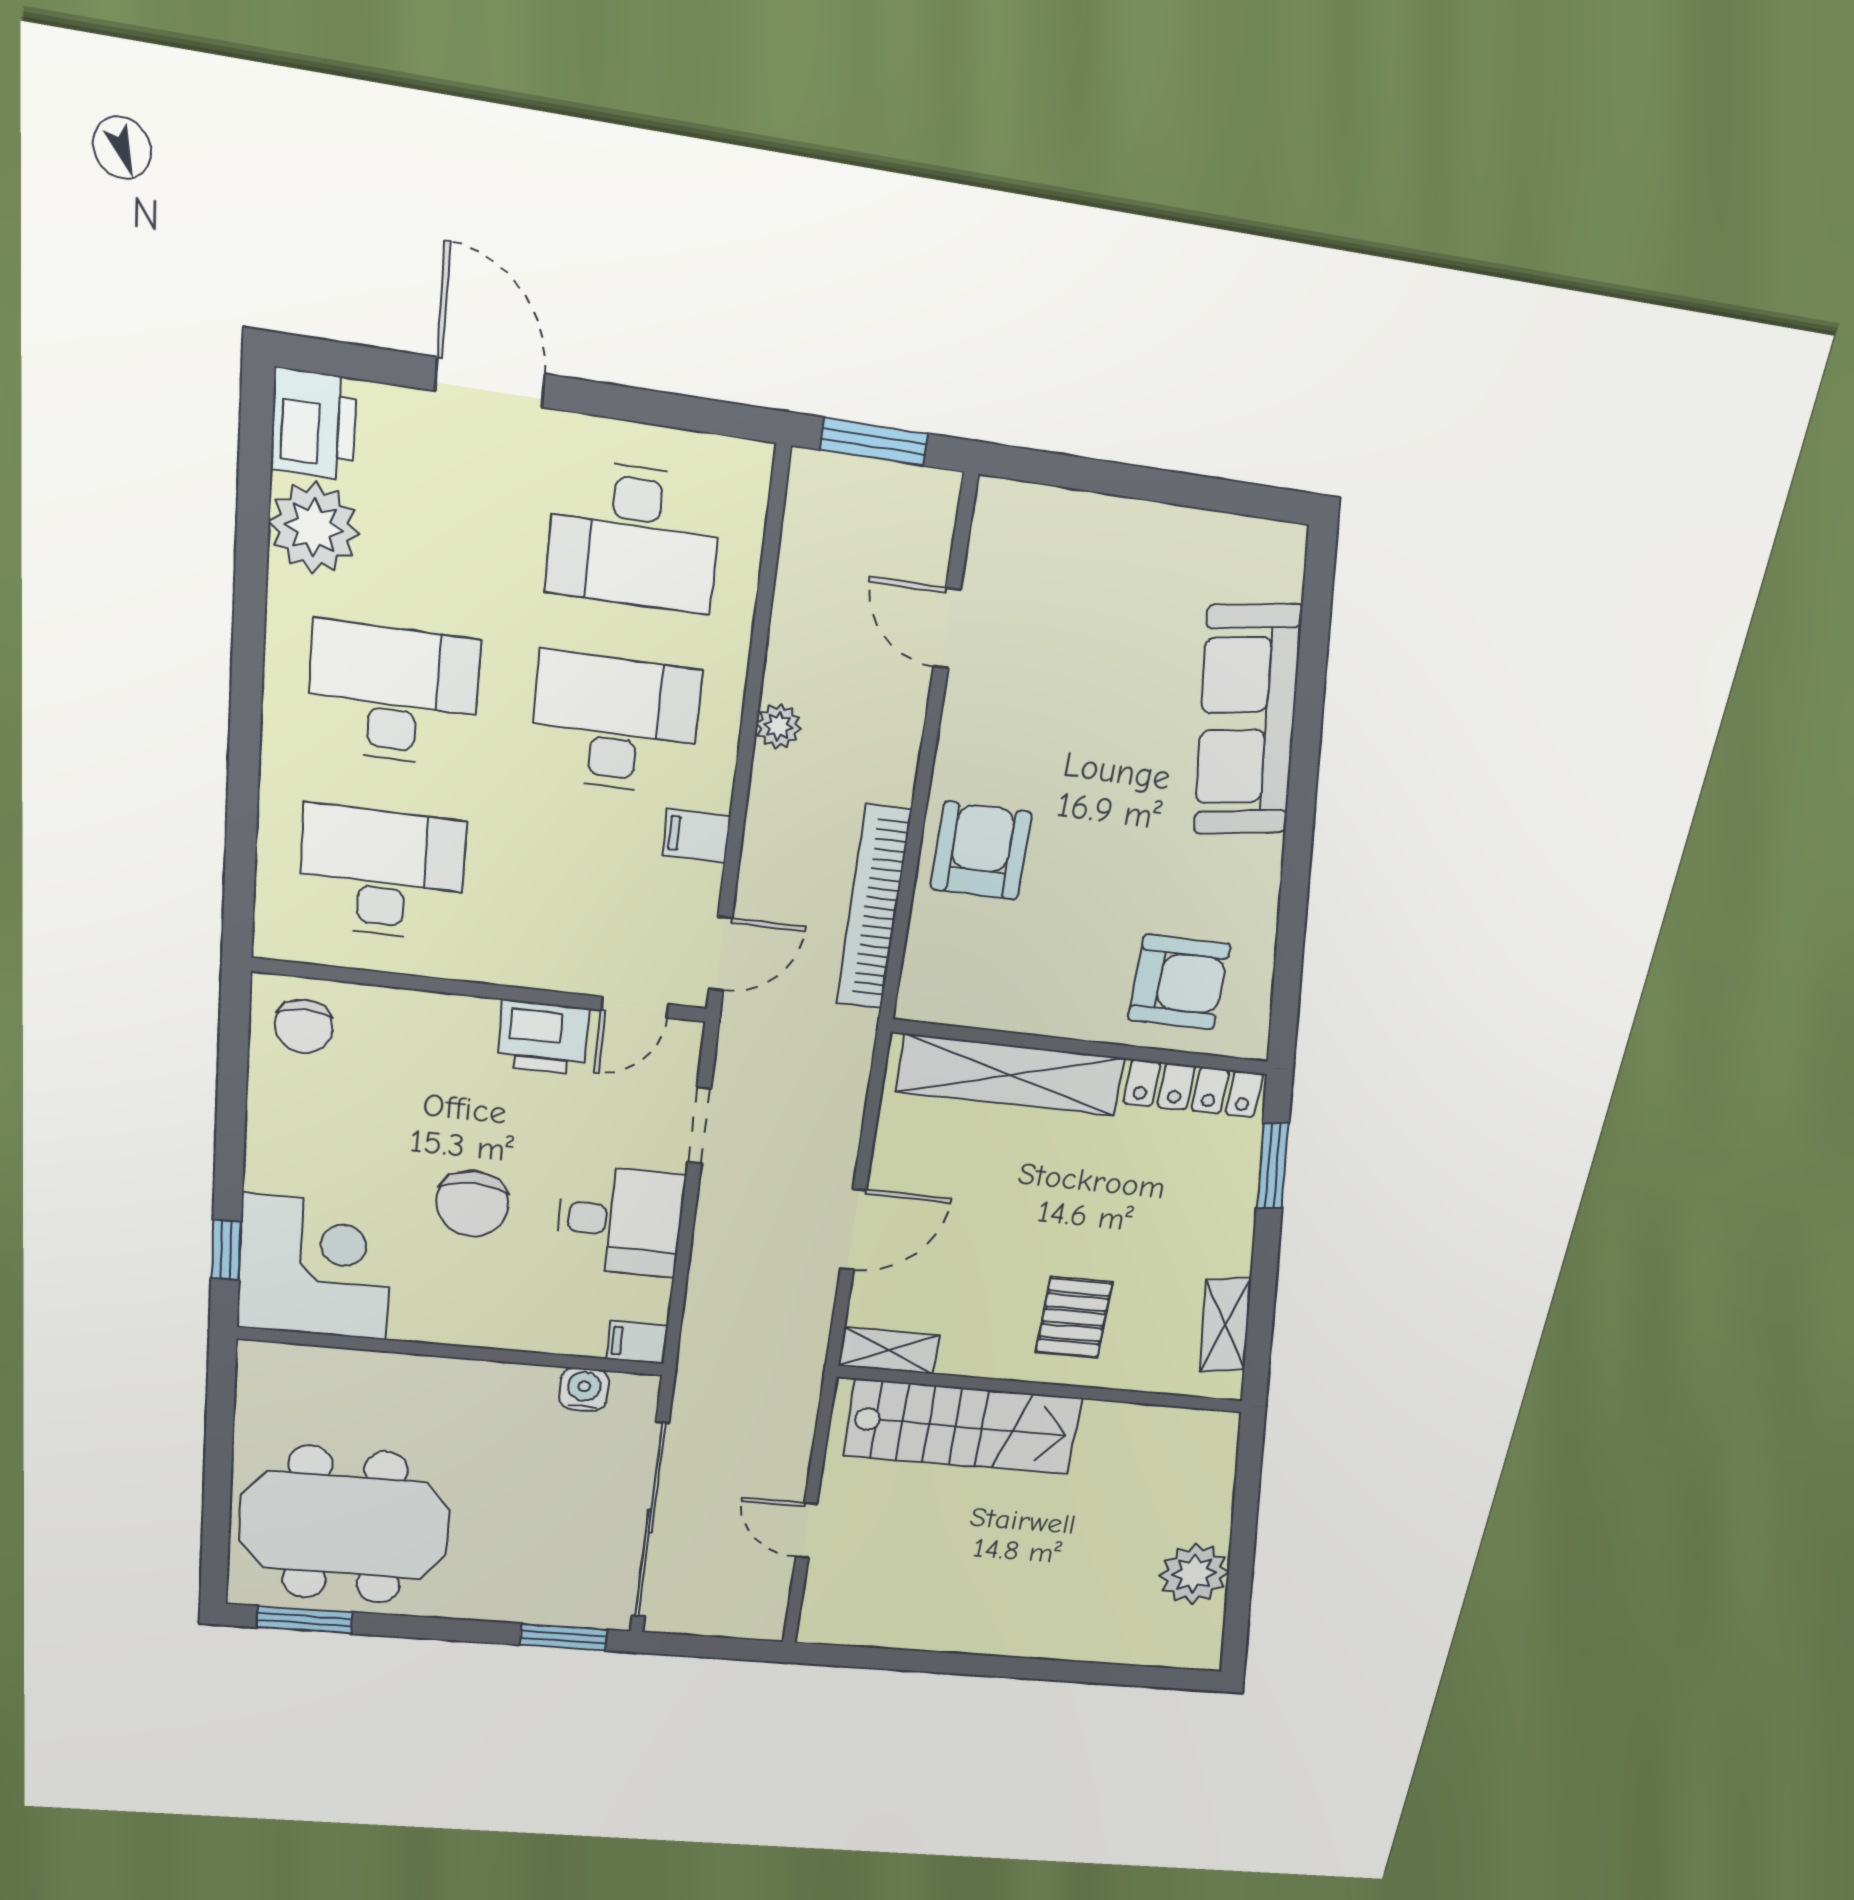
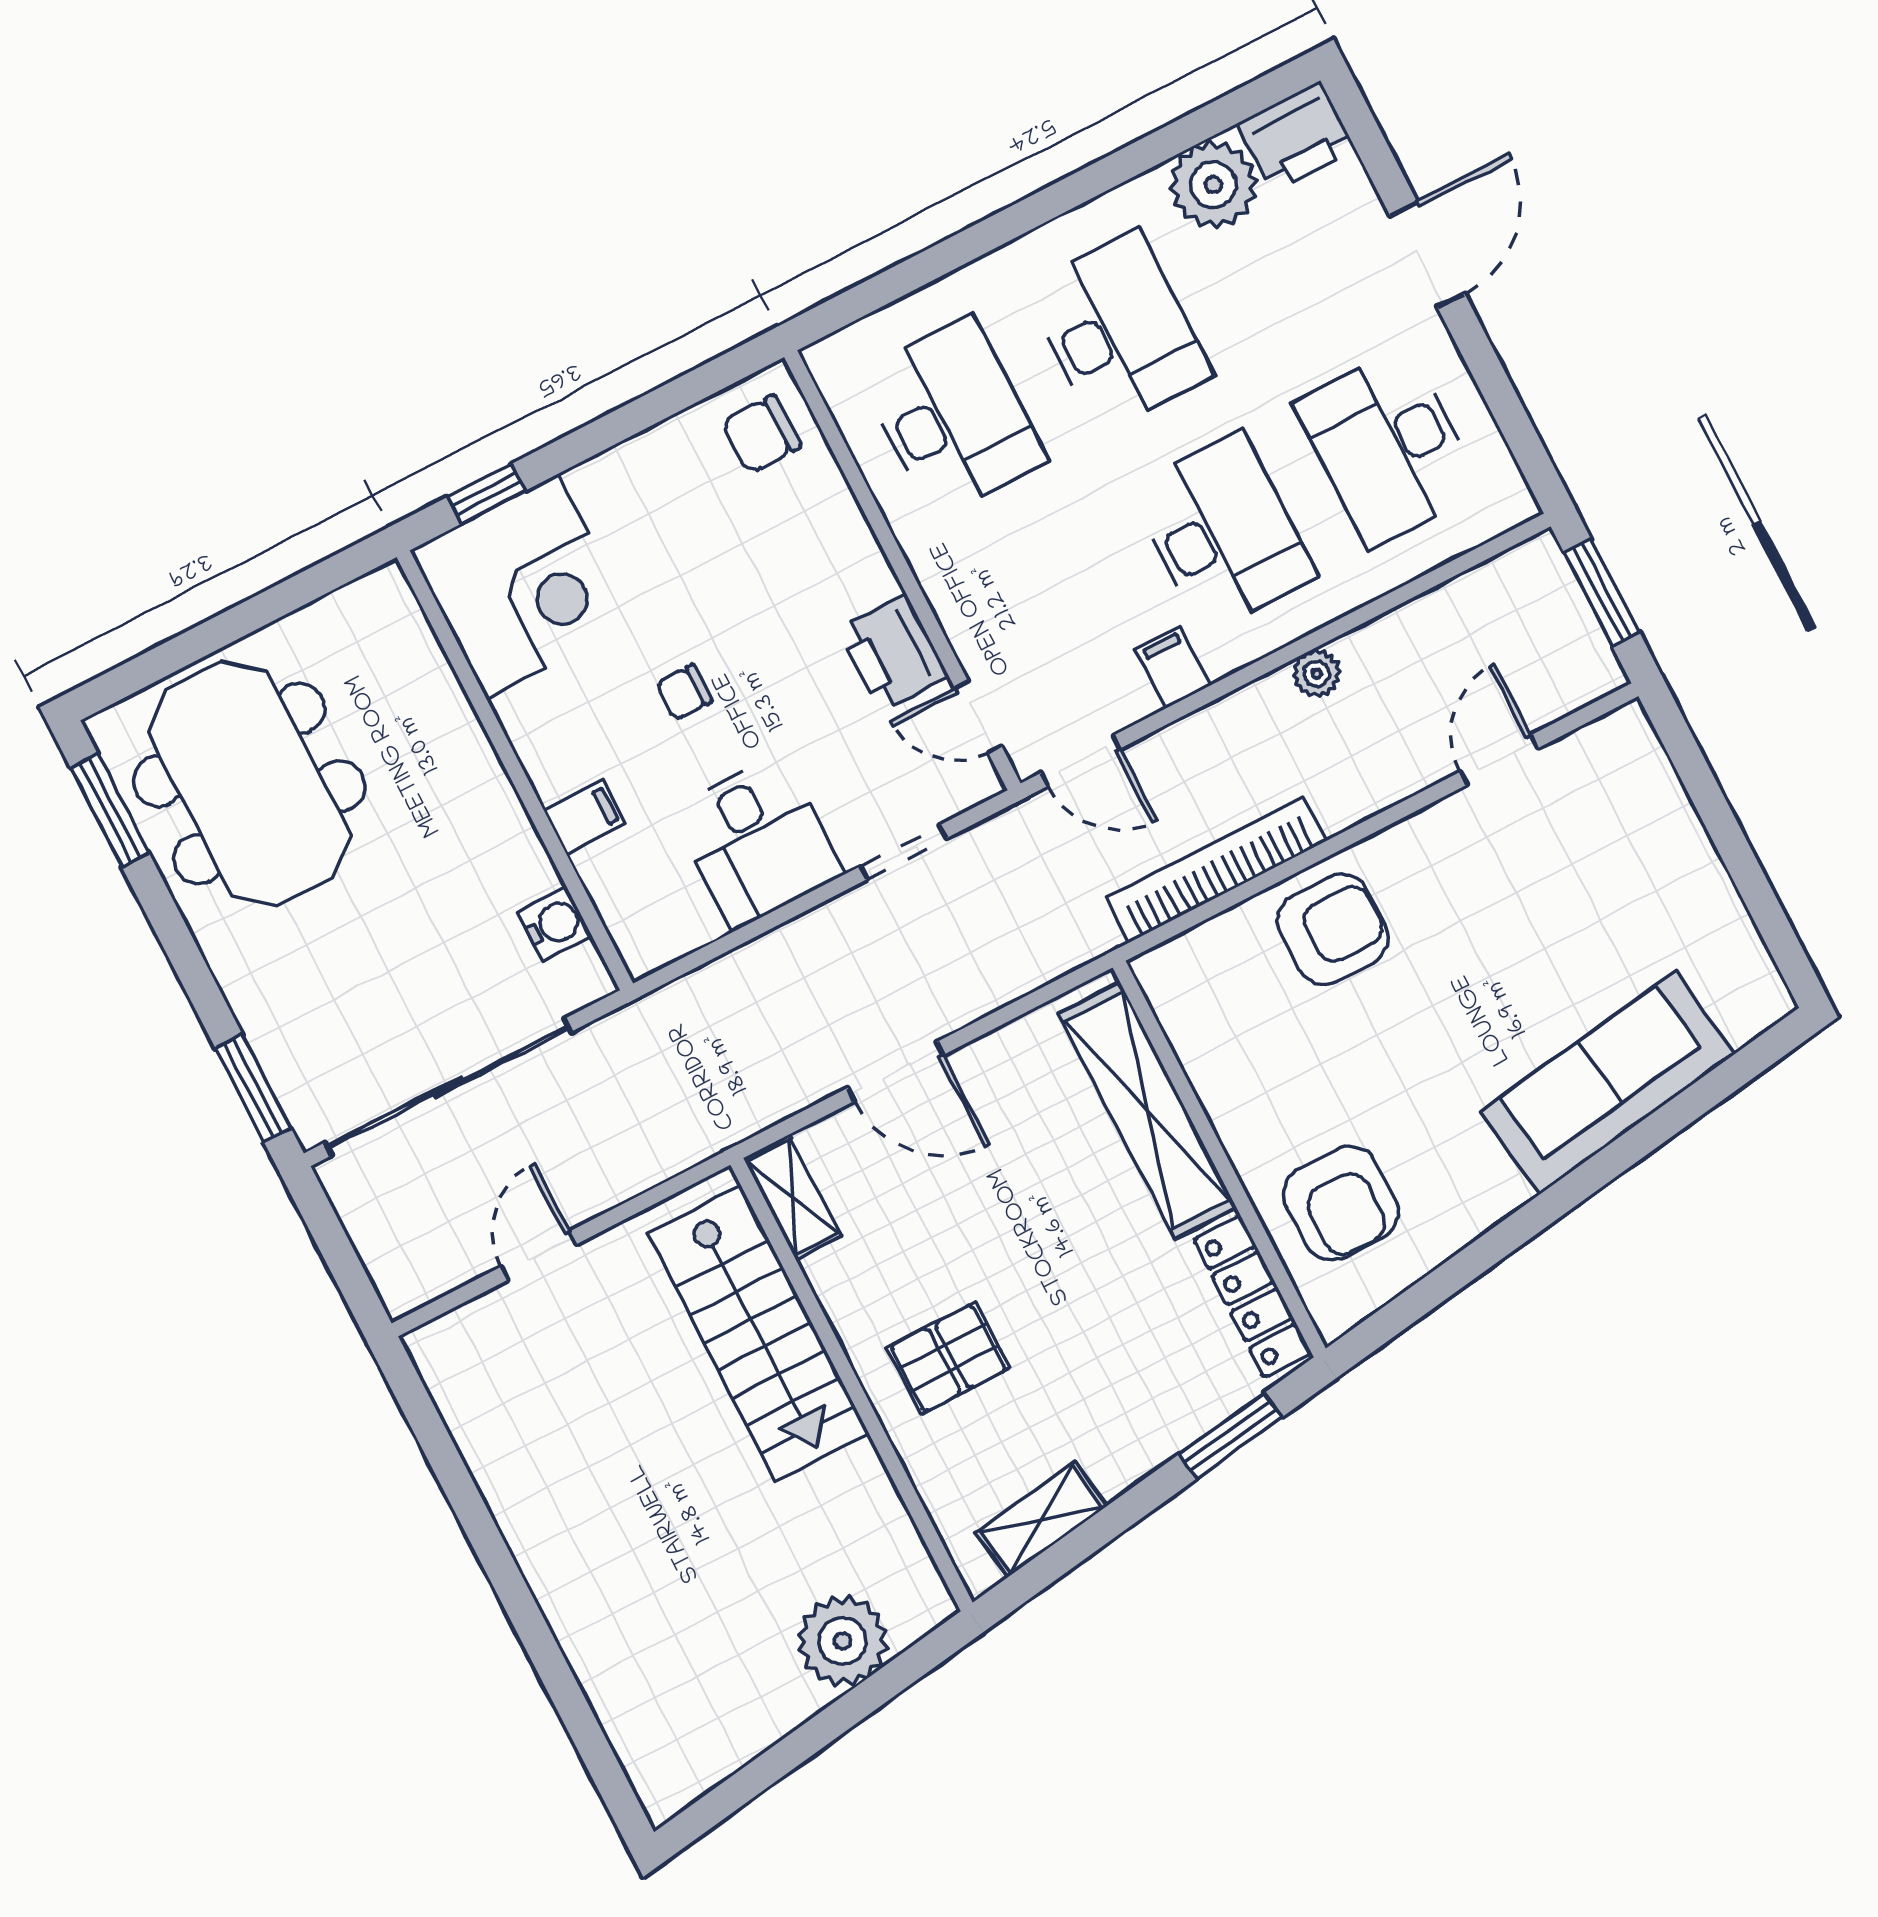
chair: (472, 1204) -> (684, 692), width x0.54, depth x0.54
filing cabinet: (637, 1342) -> (585, 817), moved, turned 90
plant: (1194, 1574) -> (843, 1641), moved

